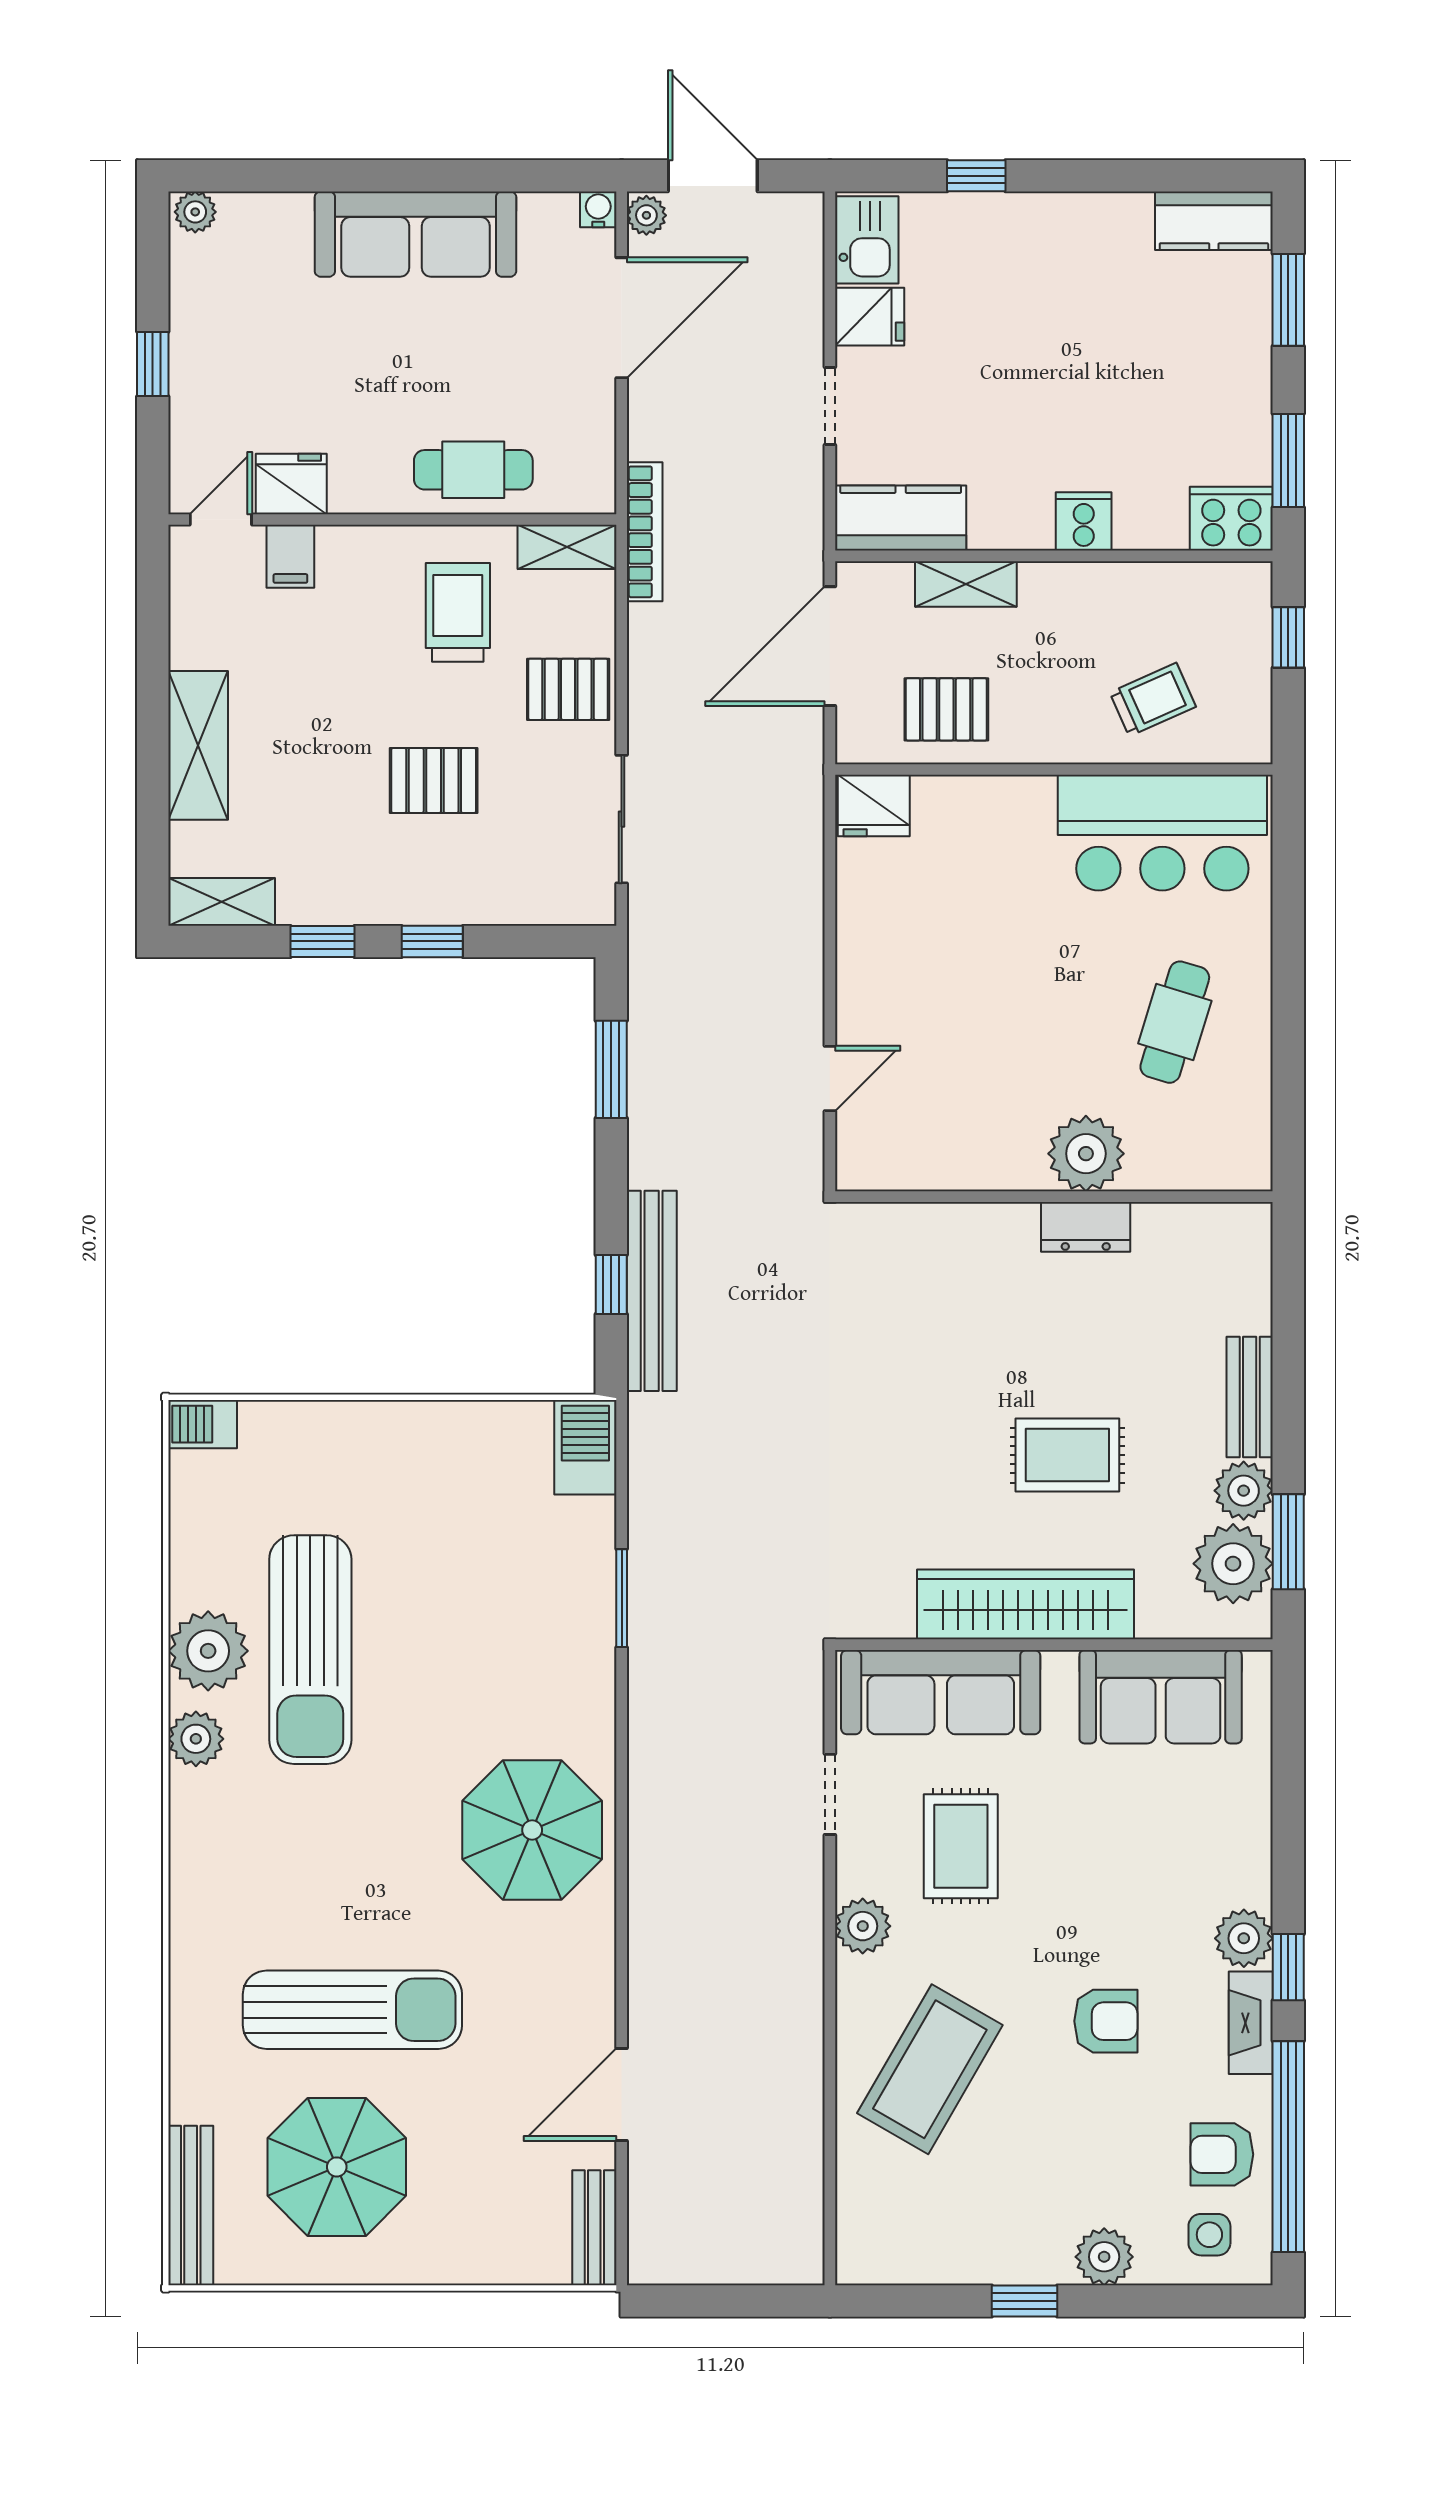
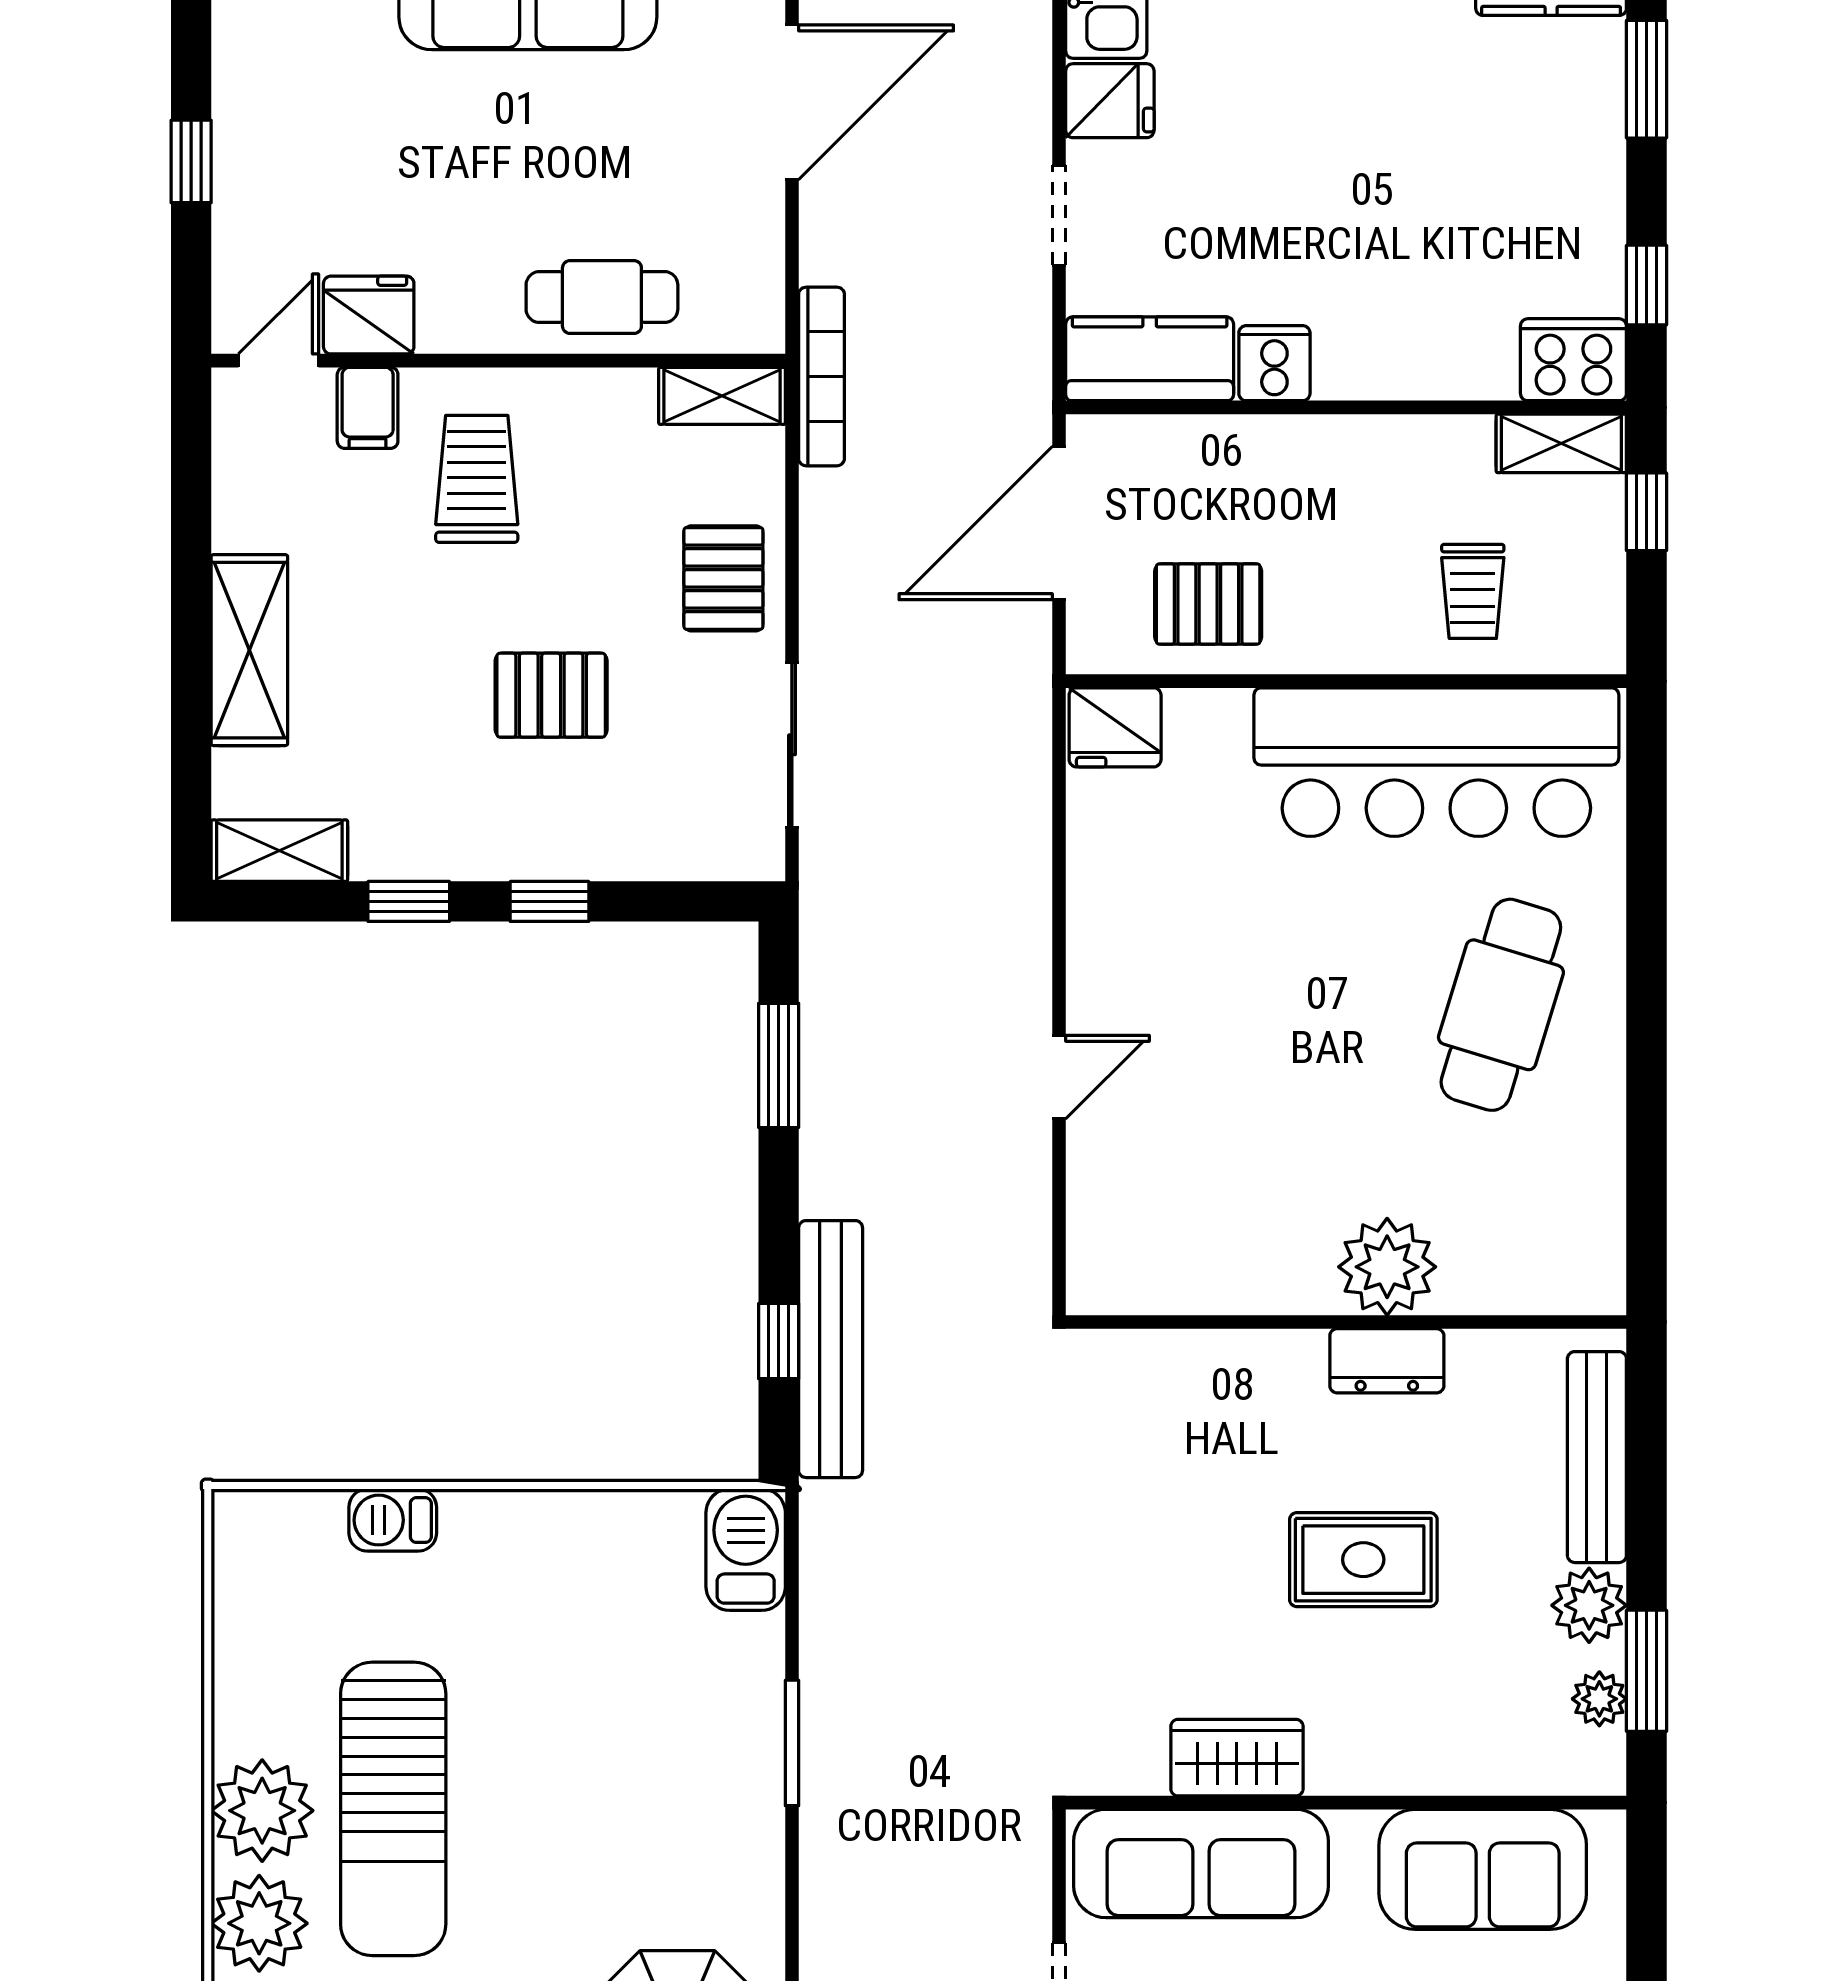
window: (1288, 460) -> (1646, 285), width x0.67
cooker: (1084, 521) -> (1274, 363), moved
shelving: (966, 584) -> (1561, 443), moved
trolley: (458, 612) -> (477, 479), moved
pallet: (568, 689) -> (723, 578), turned 90
trolley: (1153, 699) -> (1473, 591), turned 114
bar counter: (1162, 833) -> (1436, 762), width x1.36
cafe table: (1175, 1022) -> (1501, 1005), width x1.37, depth x1.35
plant: (1086, 1154) -> (1387, 1267), moved
wall: (1054, 1197) -> (1346, 1322), moved
dresser: (1086, 1227) -> (1387, 1361), moved
bench: (1250, 1397) -> (1597, 1457), width x1.36
barbecue: (203, 1424) -> (393, 1520), moved
plant: (1233, 1564) -> (1599, 1699), width x0.53, depth x0.53
wardrobe: (1026, 1604) -> (1237, 1758), width x0.48, depth x0.85
plant: (196, 1739) -> (259, 1923), width x1.36, depth x1.36

